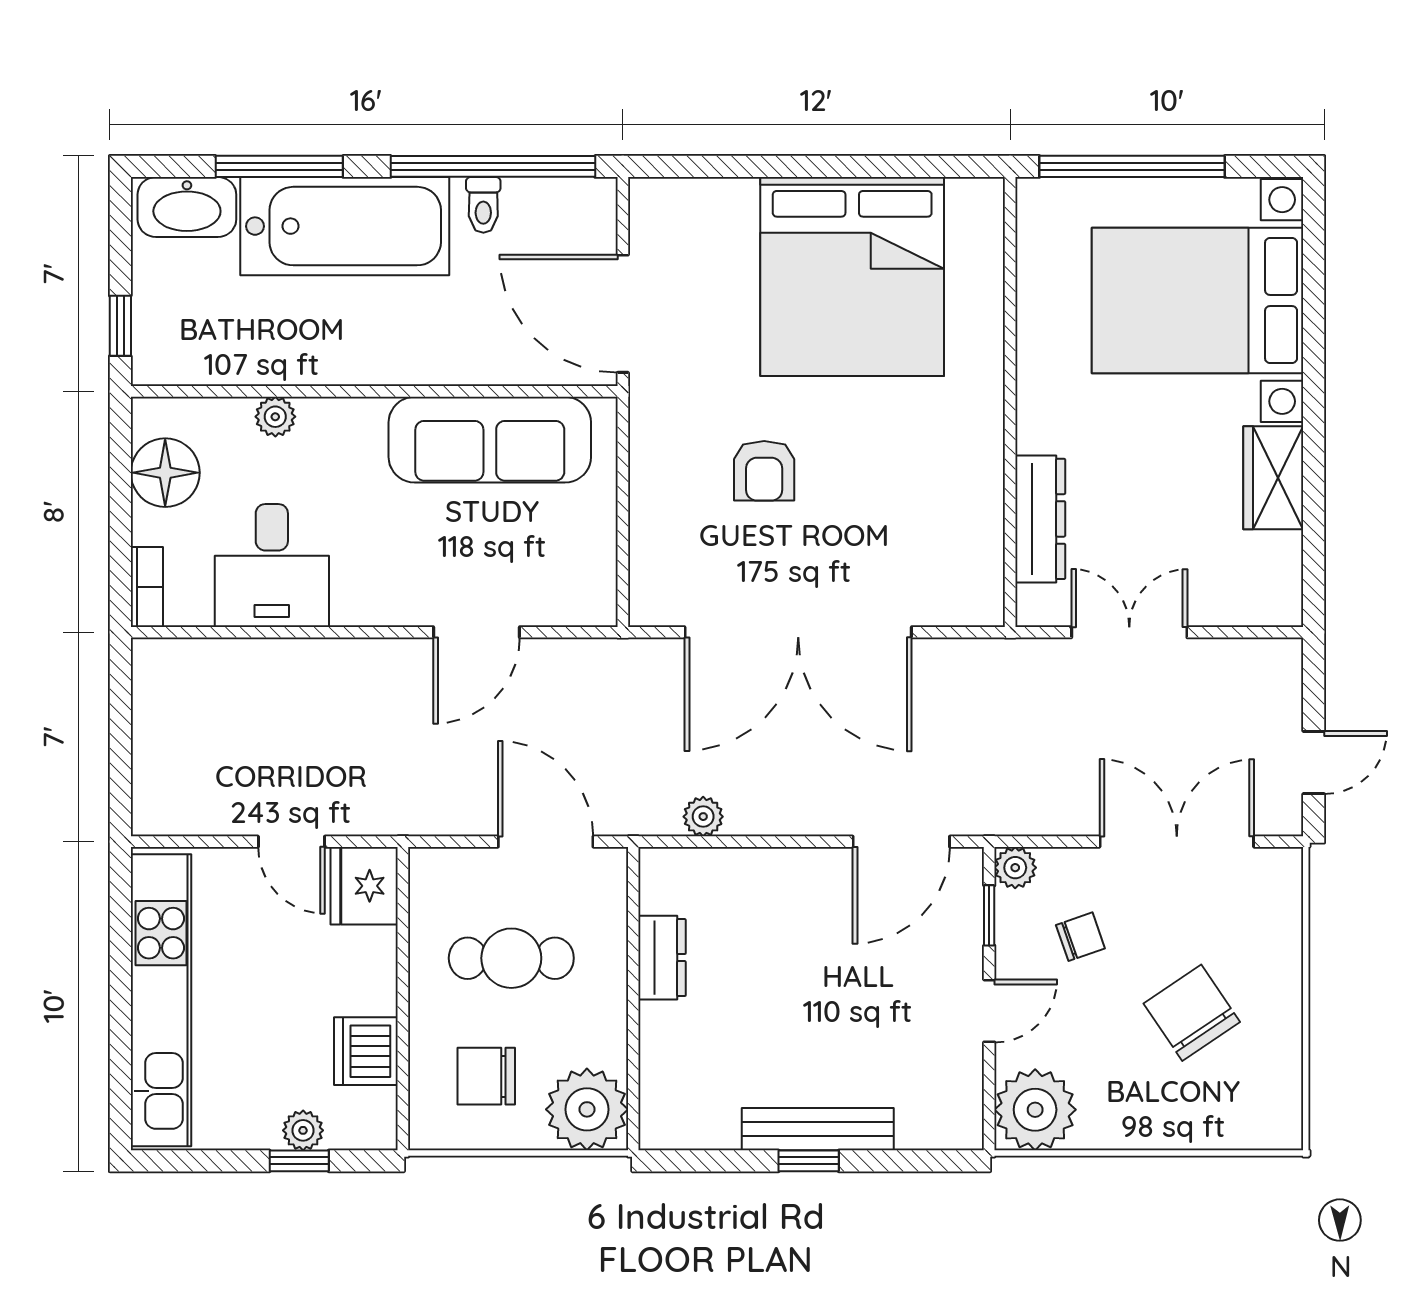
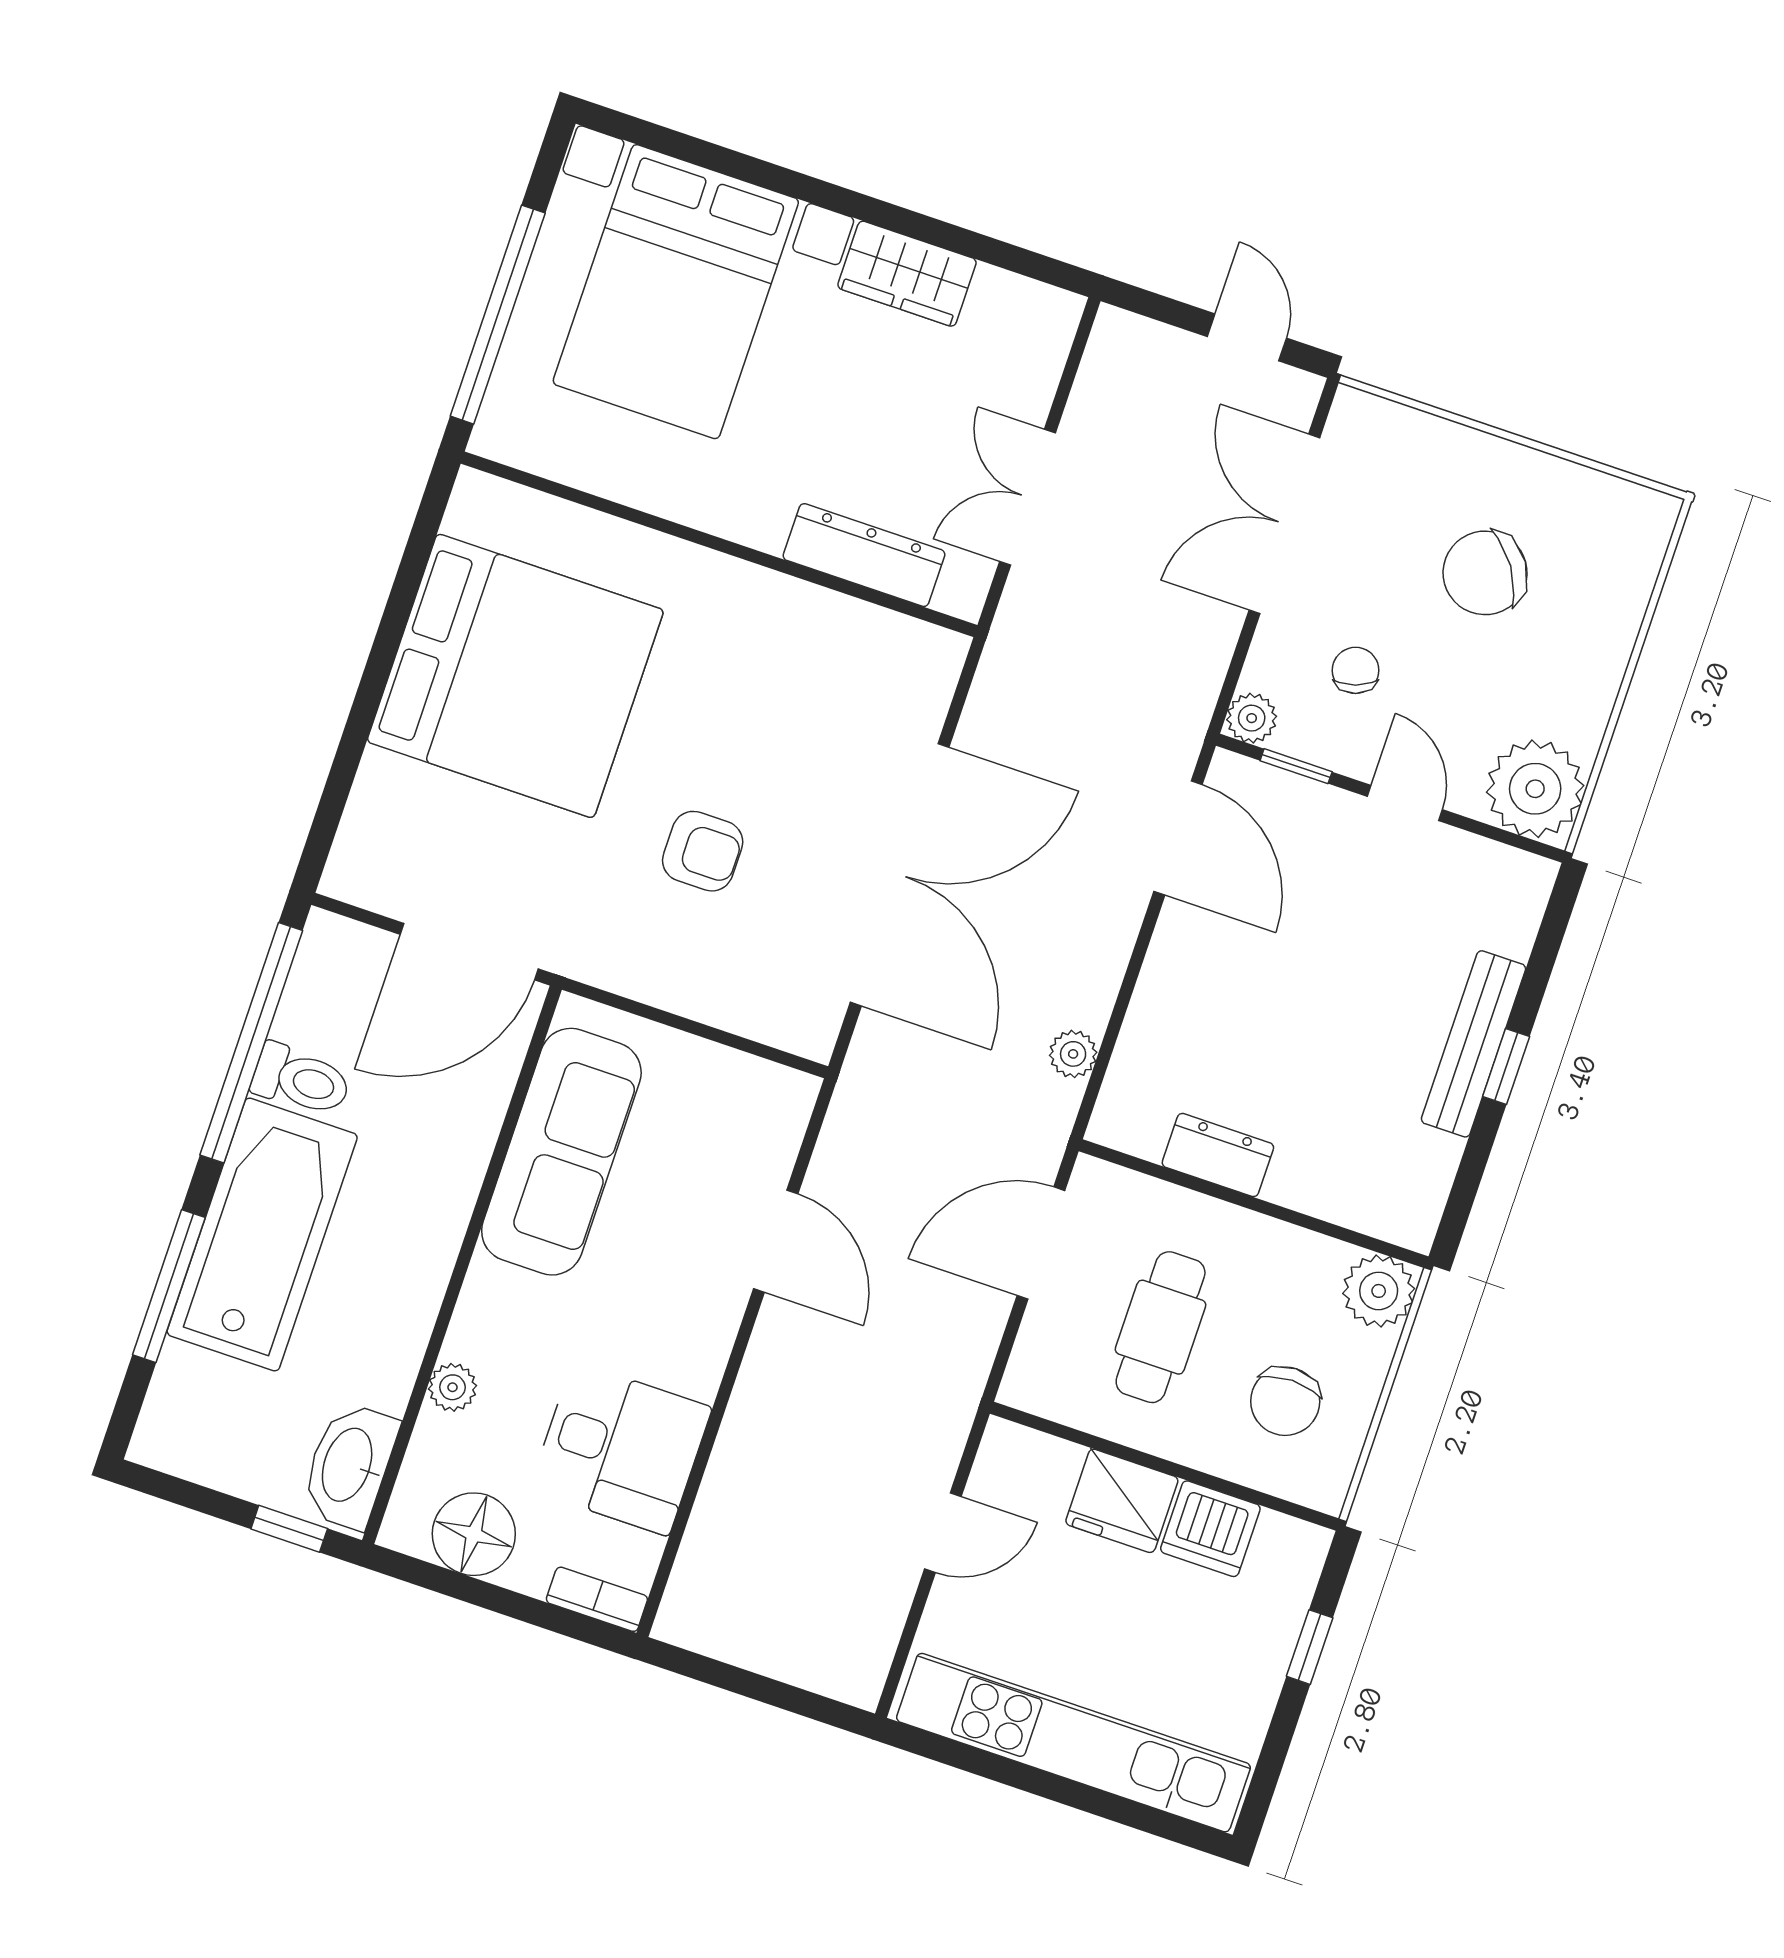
toilet: (483, 205) -> (301, 1080), width x1.37, depth x1.39
washbasin: (187, 207) -> (349, 1465), moved, turned 180
fridge: (364, 886) -> (1122, 1501), moved
plant: (587, 1109) -> (1379, 1291), width x0.73, depth x0.73
plant: (303, 1130) -> (1276, 1631), removed

